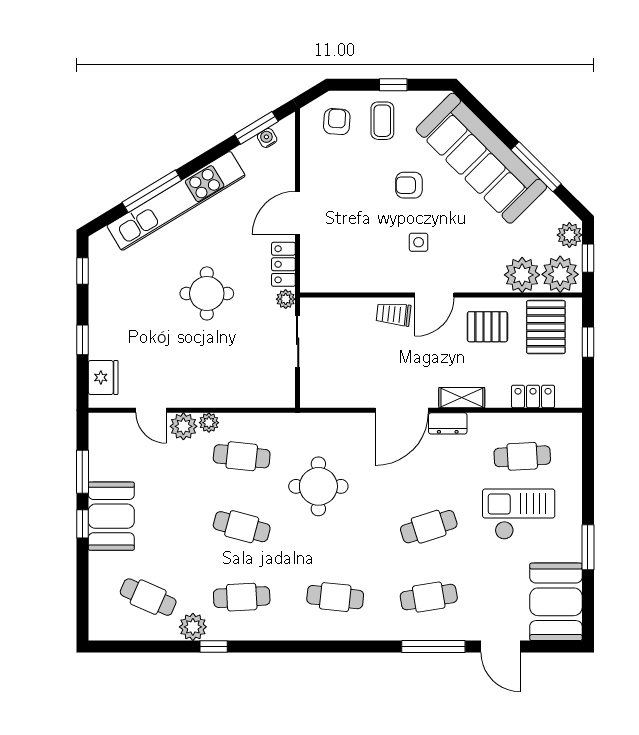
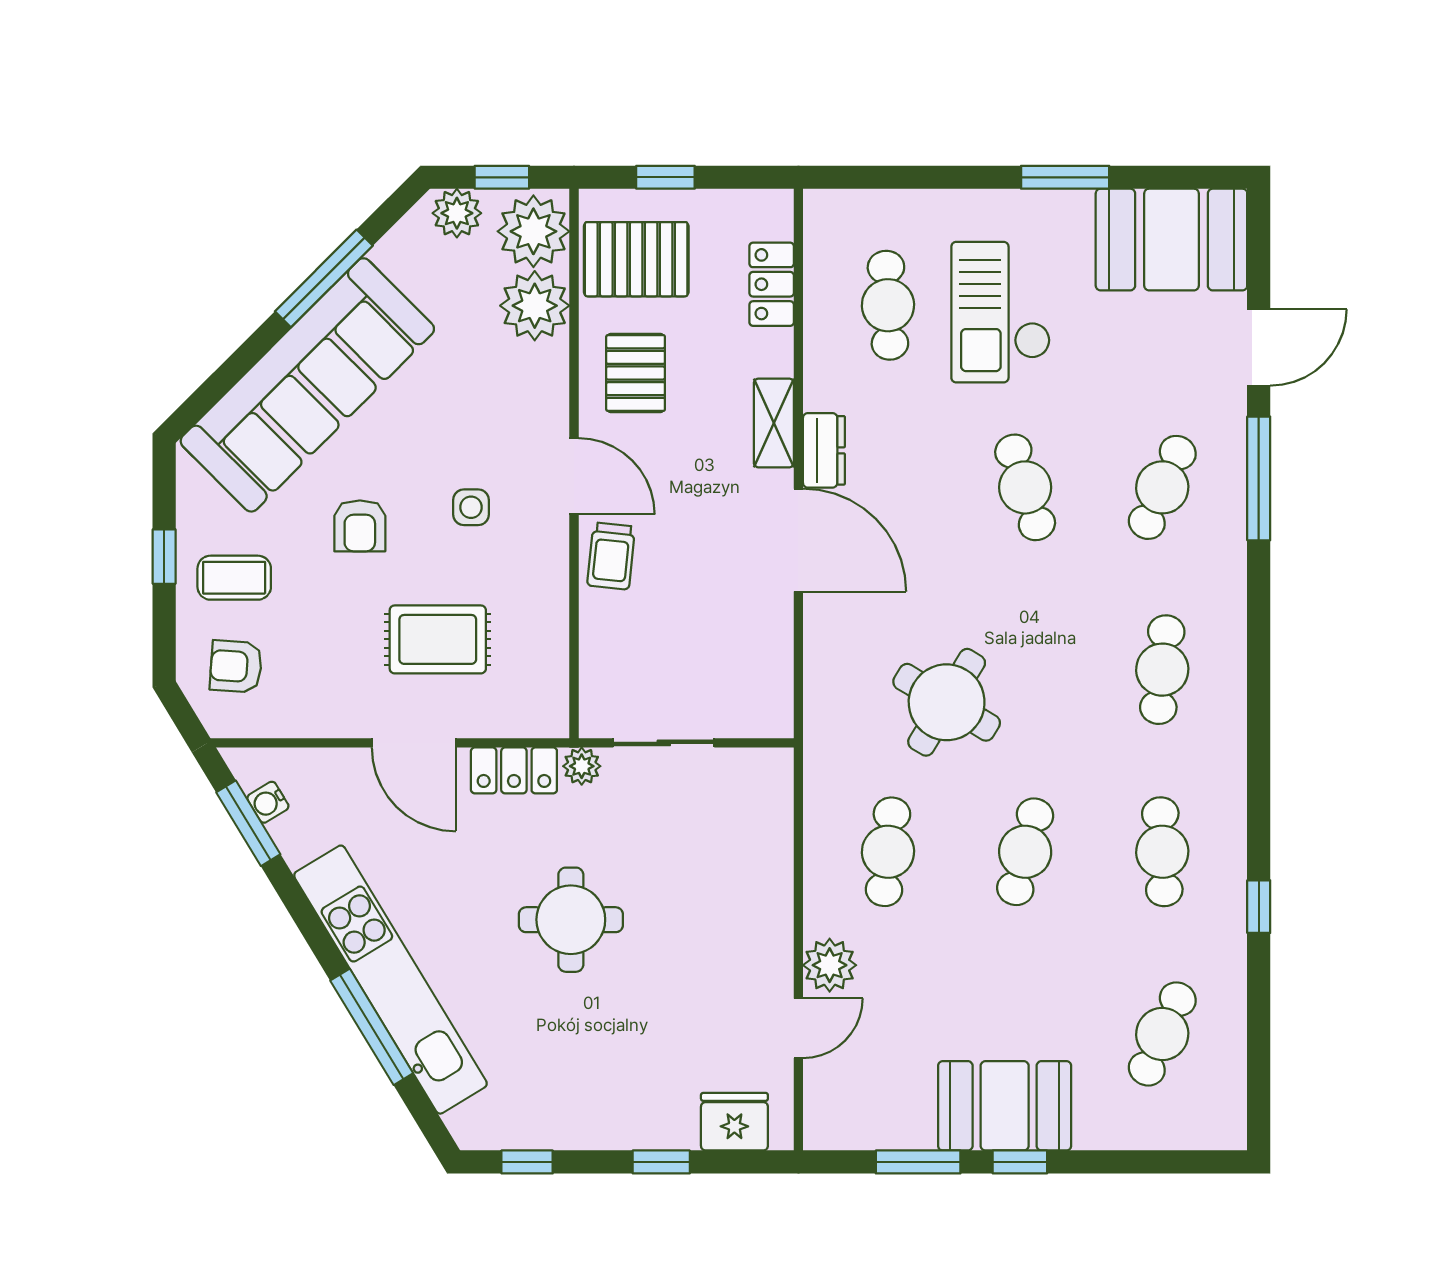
rug: (351, 225) -> (438, 639), added
plant: (209, 423) -> (822, 916), removed
round table: (318, 486) -> (947, 702), turned 31
cafe table: (429, 597) -> (1162, 487), turned 33
plant: (193, 627) -> (1220, 947), removed

